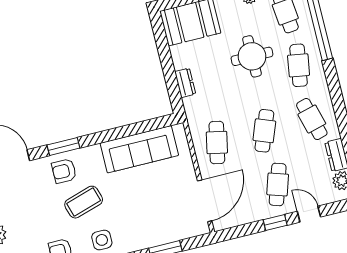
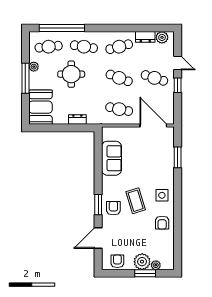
sofa: (139, 149) -> (111, 158), width x0.73
armchair: (64, 171) -> (113, 208), turned 180
door: (309, 214) -> (178, 63), swing flipped

